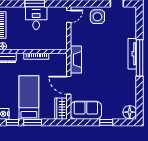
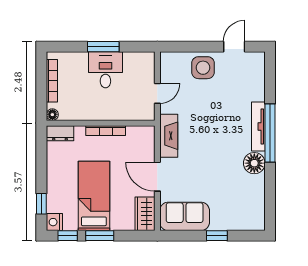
door: (69, 16) -> (157, 93), moved
floor lamp: (130, 112) -> (254, 163), moved

